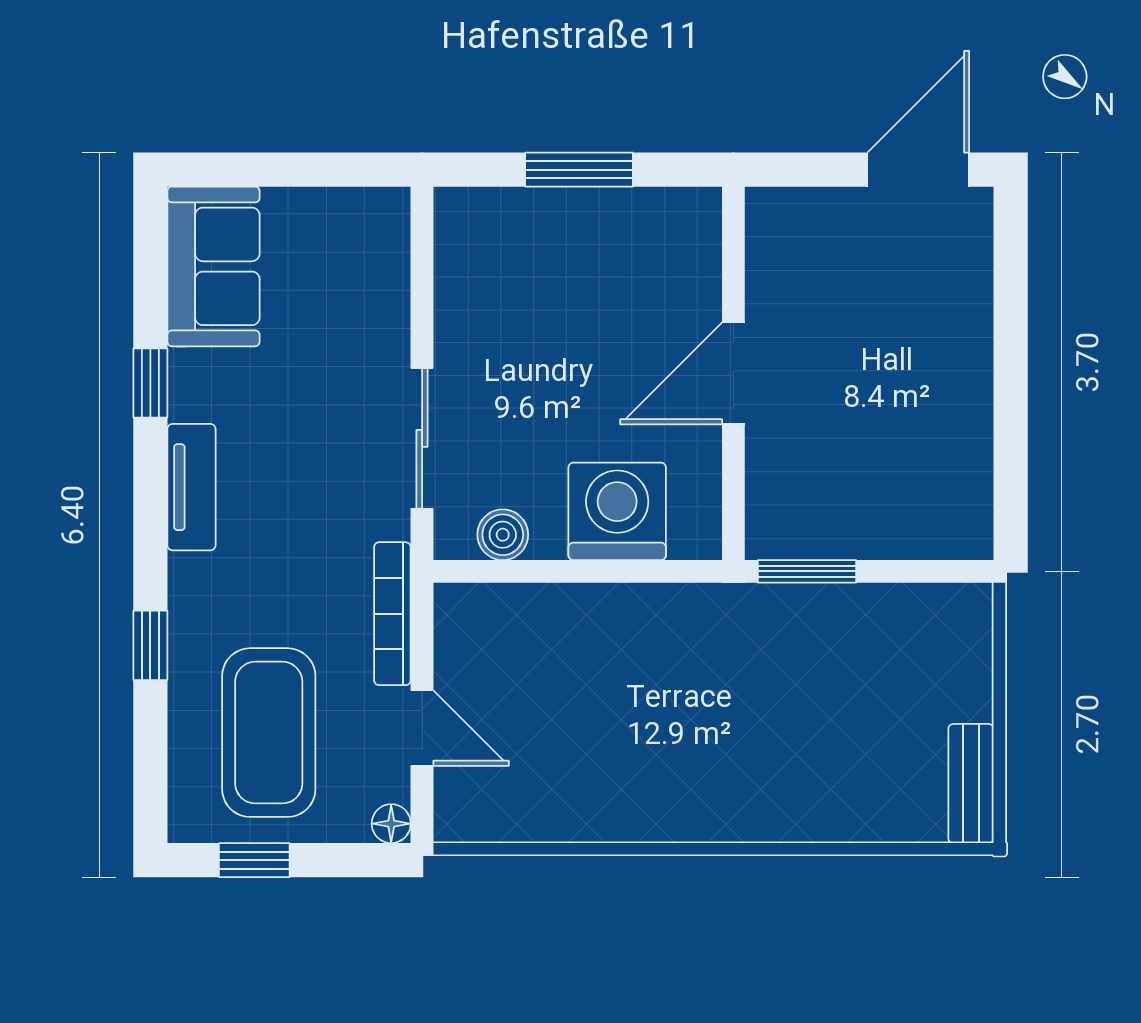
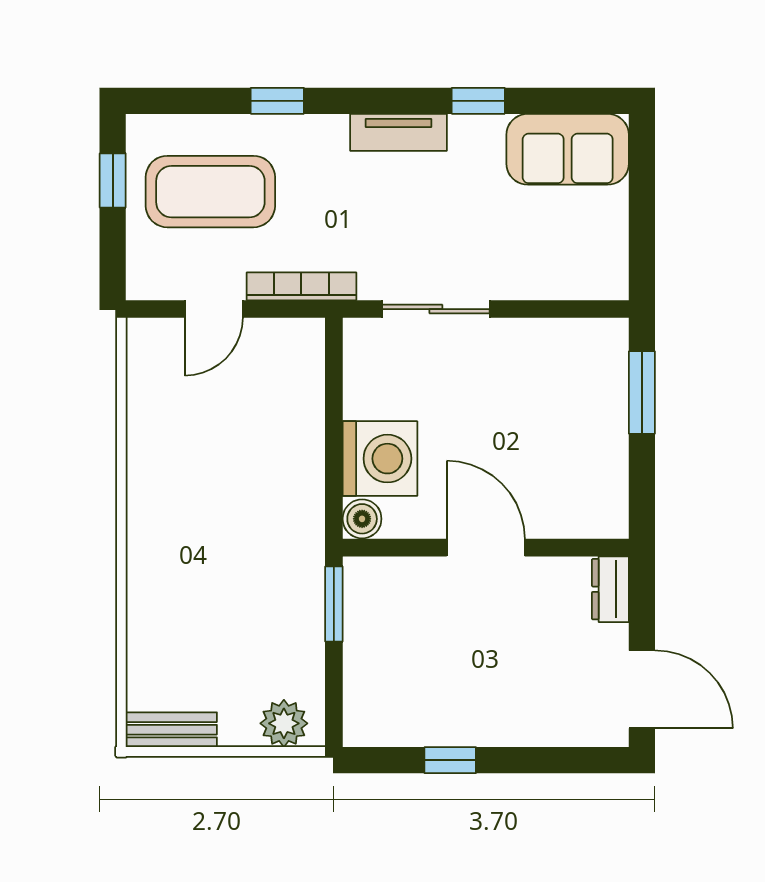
window: (579, 170) -> (642, 392), moved
dresser: (788, 211) -> (610, 589), added
window: (1011, 420) -> (450, 760), added
boiler: (503, 535) -> (362, 519), moved
plant: (963, 637) -> (284, 723), added
floor lamp: (391, 824) -> (141, 285), removed

